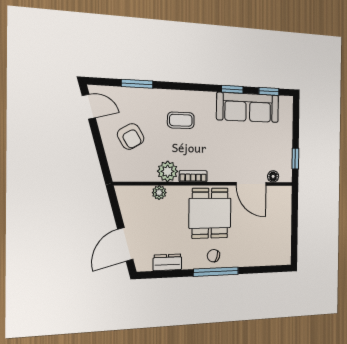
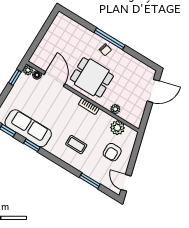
armchair: (131, 136) -> (112, 152), turned -150
plant: (168, 171) -> (117, 128), moved
plant: (286, 176) -> (28, 70), added
dining table: (210, 213) -> (92, 77), turned 90
dresser: (167, 262) -> (135, 64), removed

